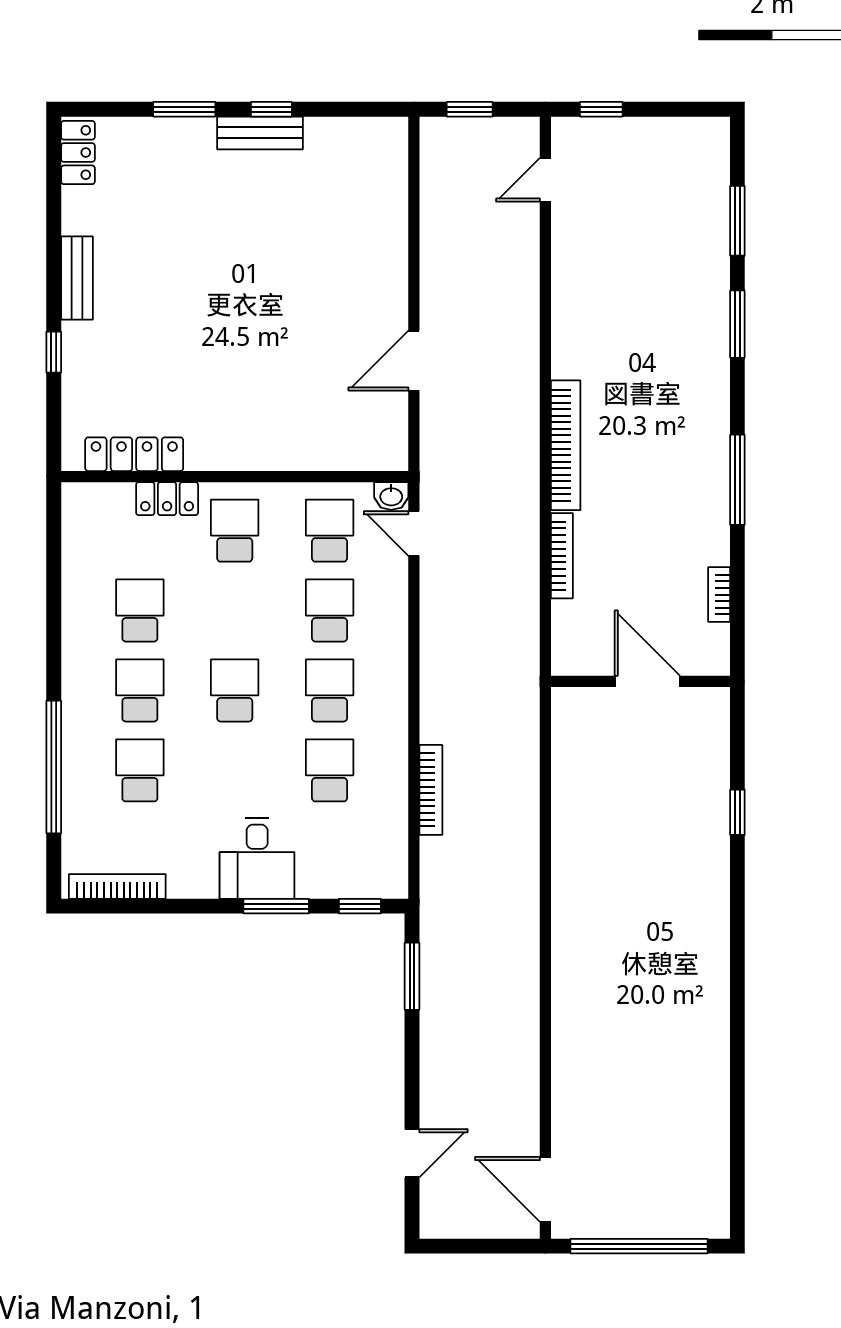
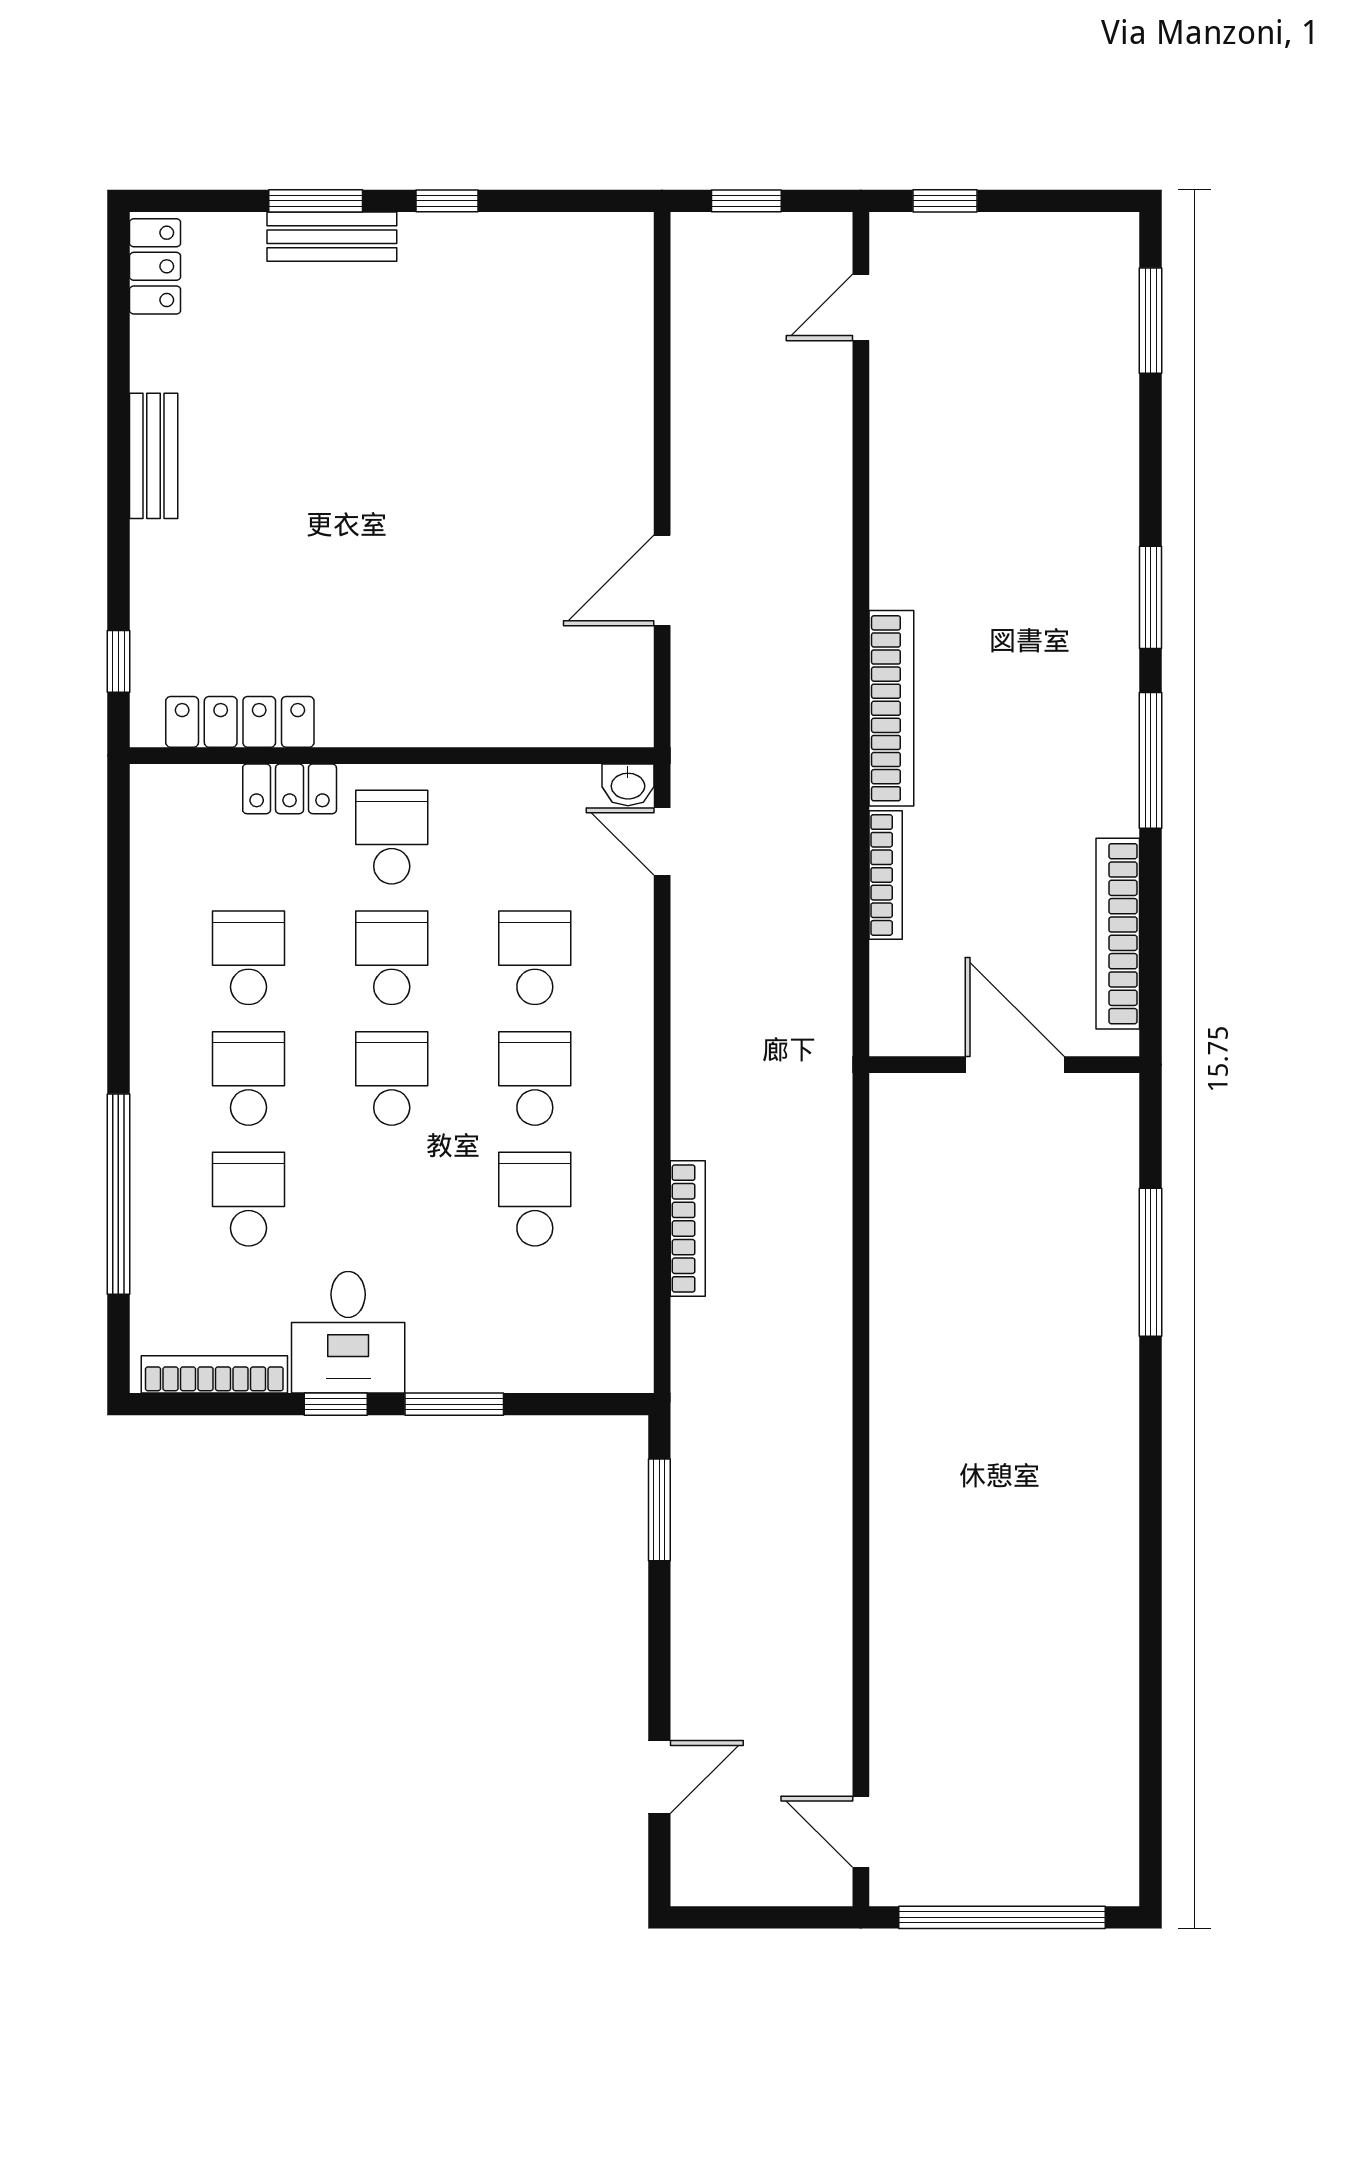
bench: (260, 133) -> (332, 237), moved
window: (737, 221) -> (1151, 321), moved
window: (737, 324) -> (1151, 597), moved
window: (54, 352) -> (118, 661), moved
school desk: (330, 531) -> (392, 958), moved
bookcase: (719, 595) -> (1118, 934), width x2.31, depth x1.31
window: (737, 812) -> (1151, 1262), width x2.17
desk: (257, 859) -> (348, 1332), moved
window: (360, 906) -> (336, 1404), moved
door: (545, 1189) -> (861, 1832), width x0.73

